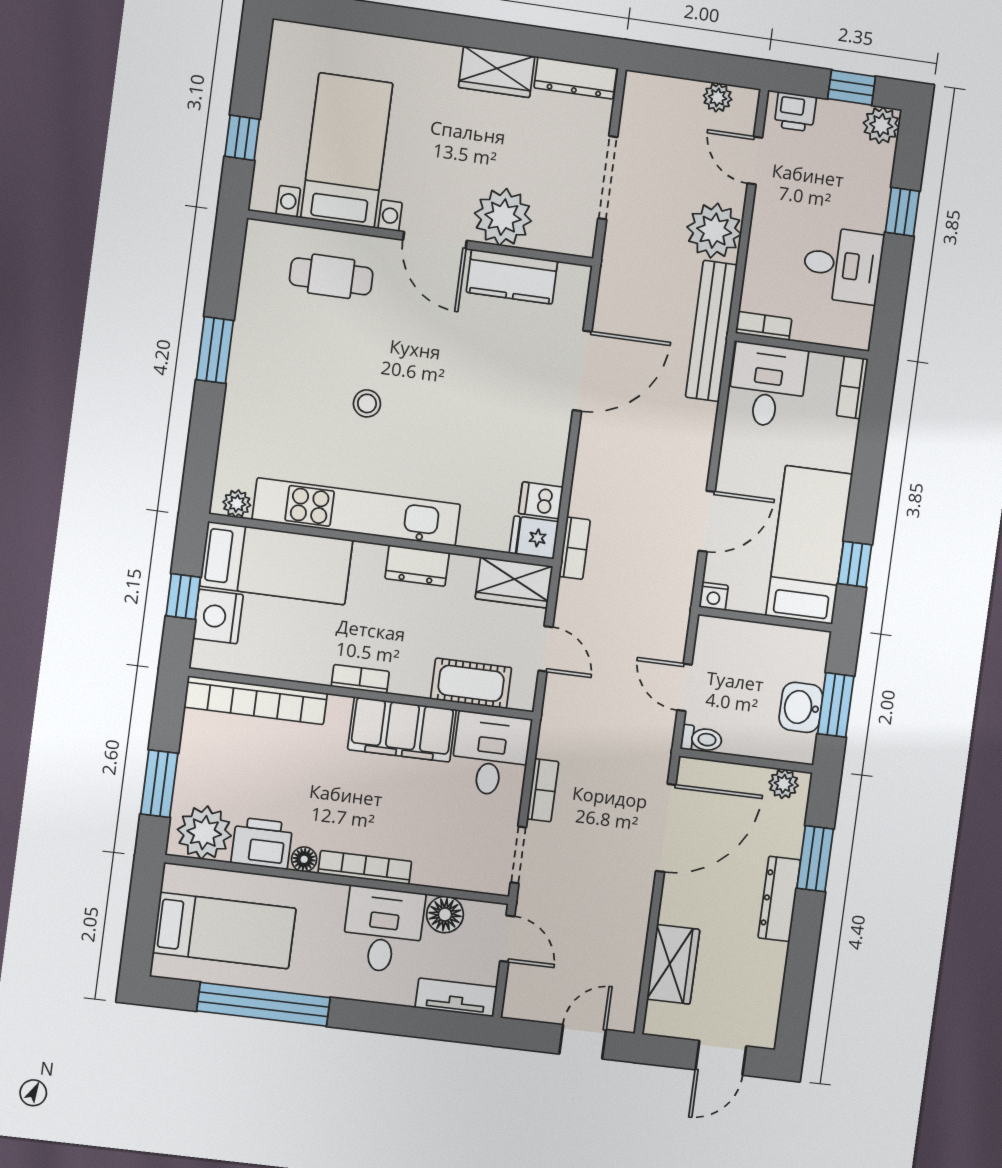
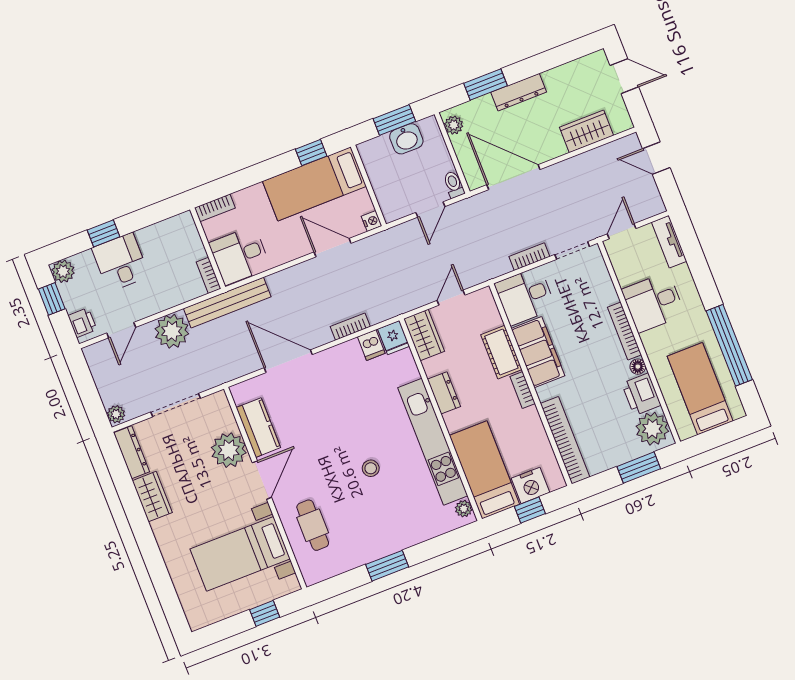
plant: (718, 97) -> (116, 414), moved
desk: (843, 265) -> (121, 262), moved
bookcase: (575, 548) -> (350, 327), moved
cot: (471, 683) -> (501, 352), moved
floor lamp: (445, 914) -> (627, 273), removed

